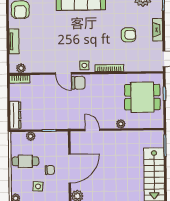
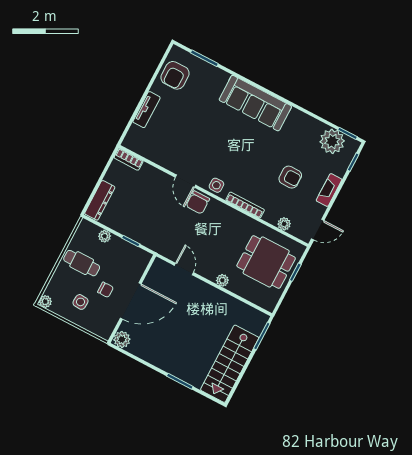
plant: (21, 68) -> (284, 224), moved
chair: (78, 83) -> (198, 202), turned 90

